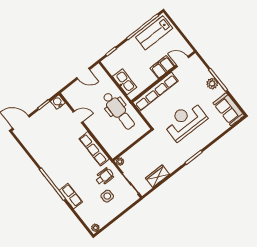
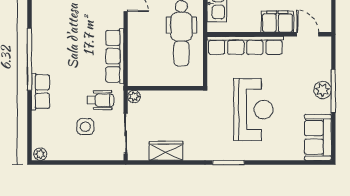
reception desk: (185, 121) -> (253, 110), turned 90

